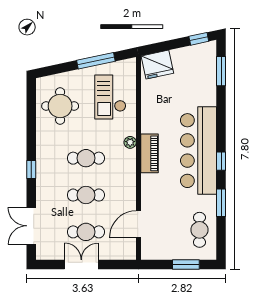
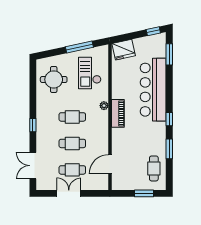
bar counter: (198, 151) -> (153, 90), moved

